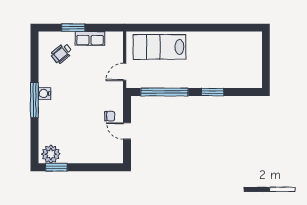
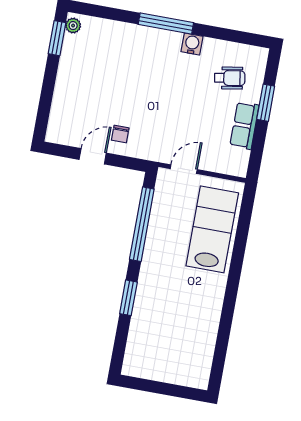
wheelchair: (62, 53) -> (230, 78), turned 120
door: (125, 72) -> (184, 169), hinge flipped
water cooler: (44, 94) -> (192, 44), moved
plant: (51, 154) -> (73, 26), width x0.53, depth x0.53

